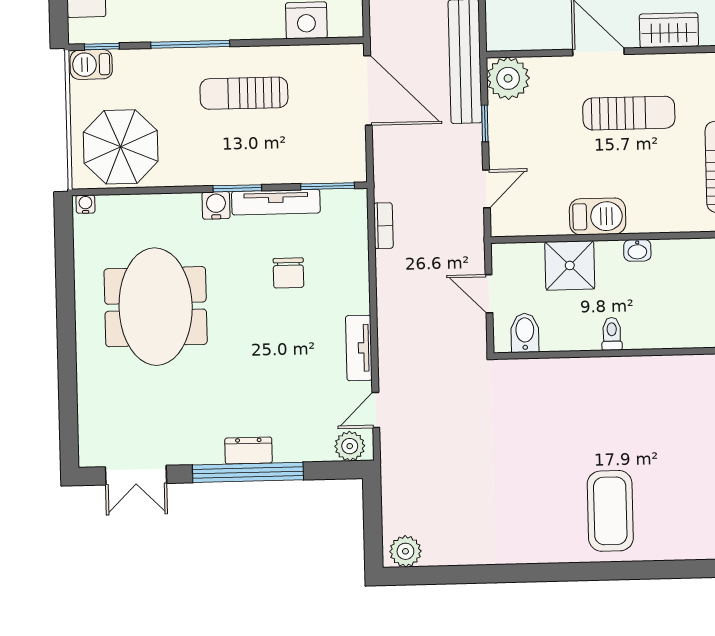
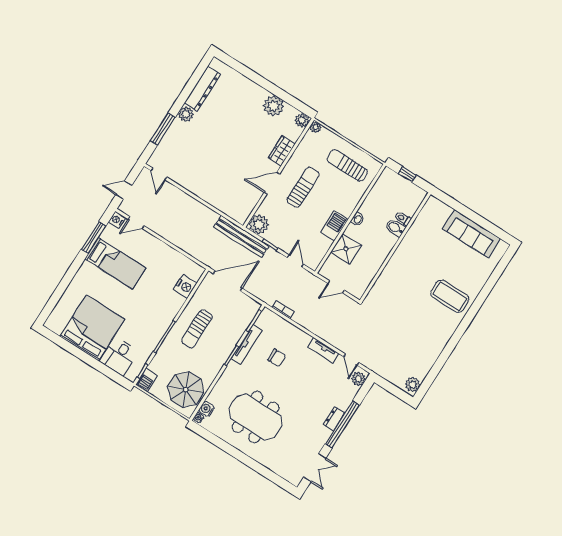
water cooler: (216, 205) -> (207, 409), moved
bidet: (525, 333) -> (395, 228), moved
toilet: (612, 334) -> (403, 219), moved

